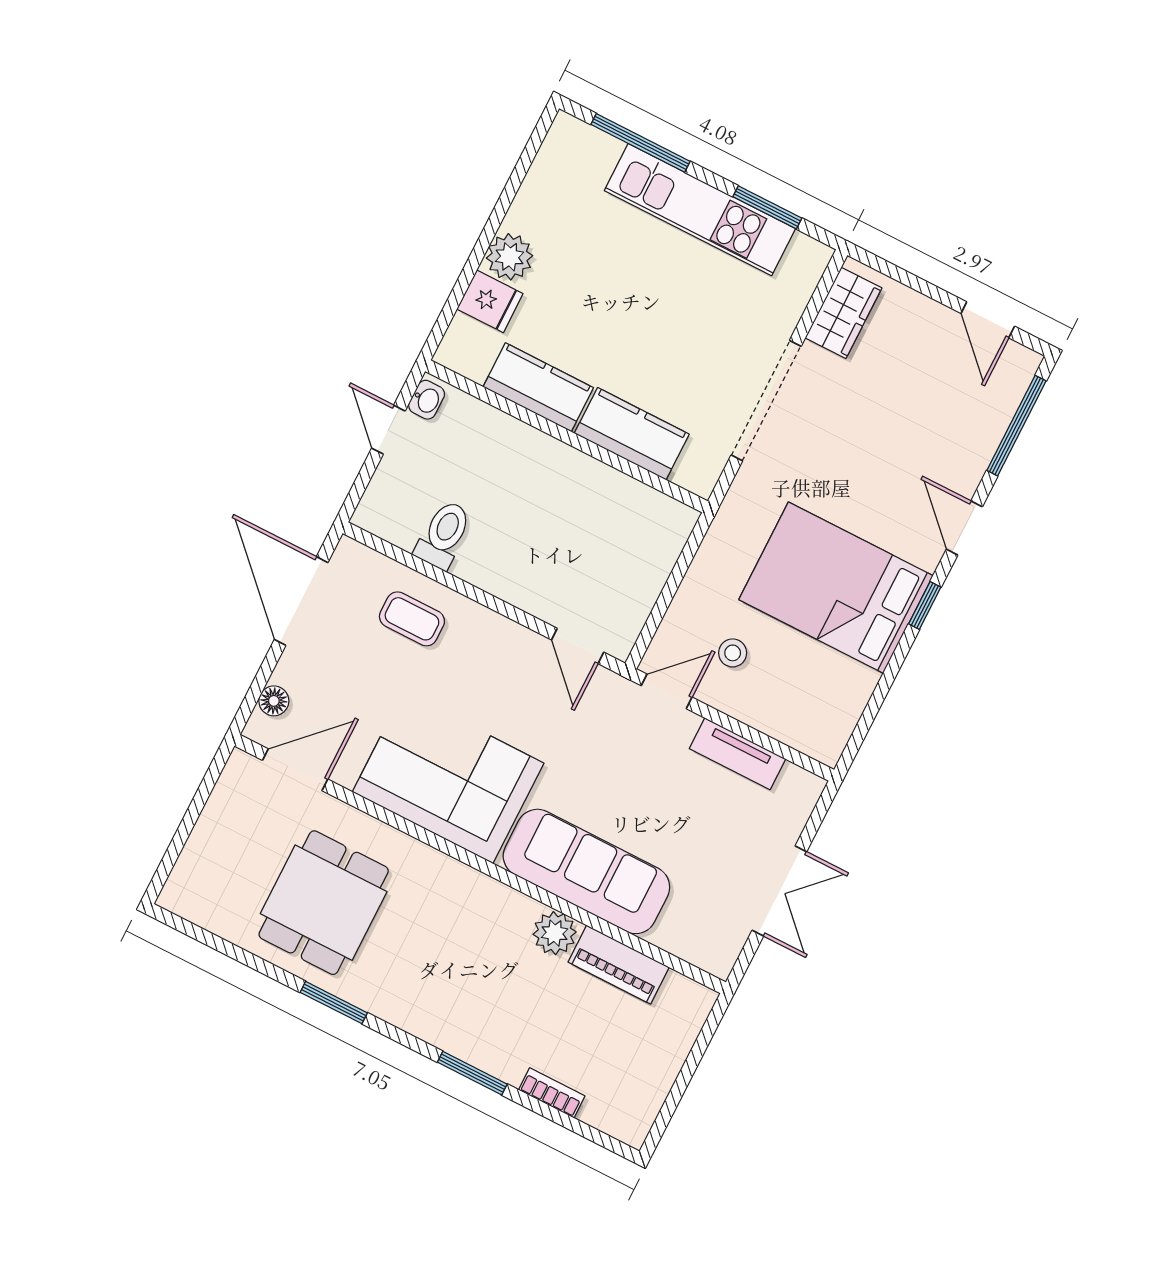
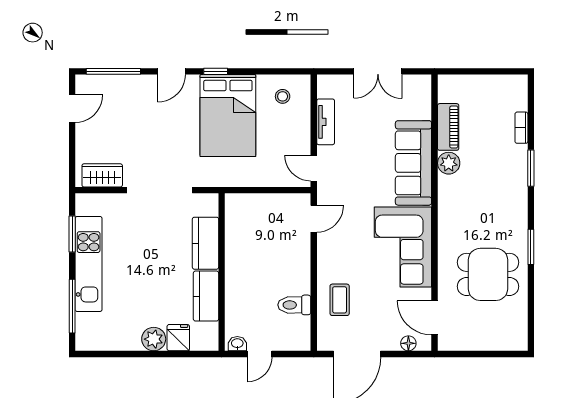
stool: (733, 653) -> (283, 96), moved
double door: (779, 891) -> (378, 71), swing flipped

